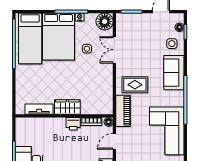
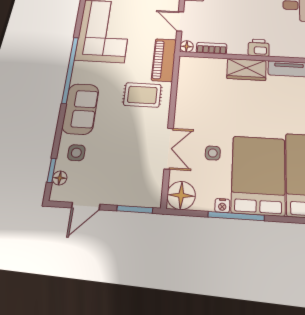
printer: (73, 124) -> (259, 48), moved
door: (114, 141) -> (180, 21), swing flipped

